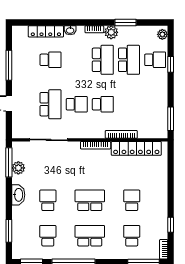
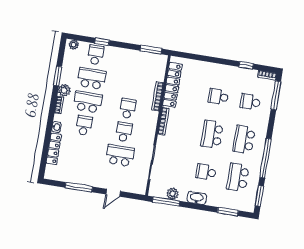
school desk: (51, 60) -> (84, 125), moved
school desk: (48, 236) -> (238, 177), width x1.85

